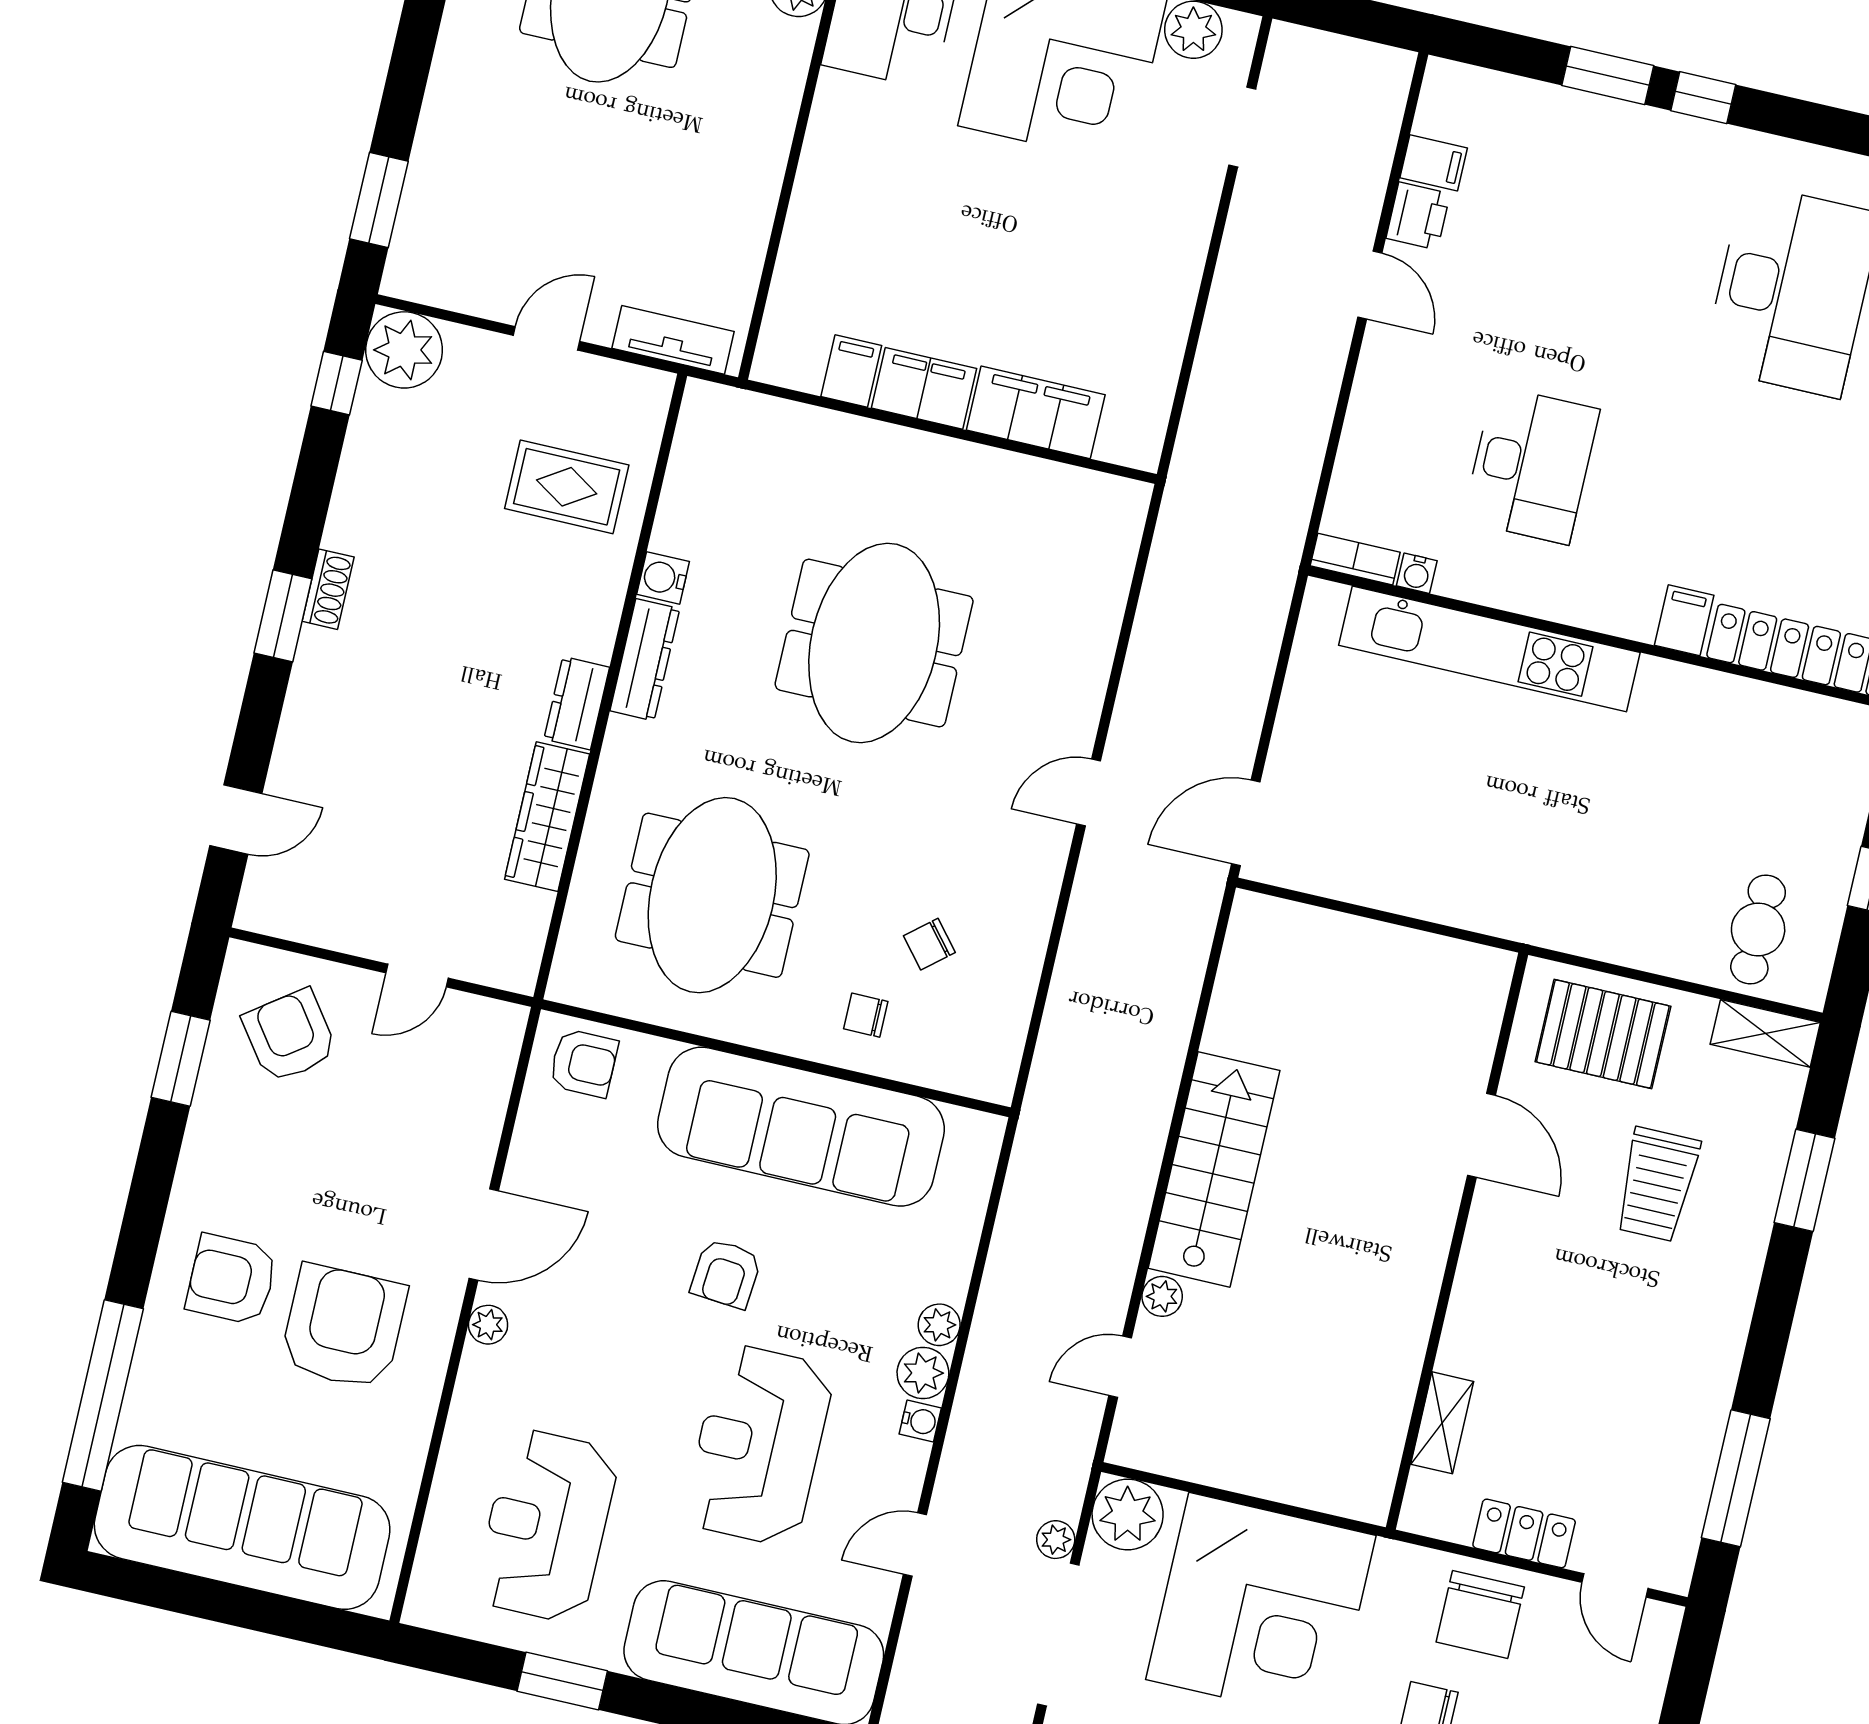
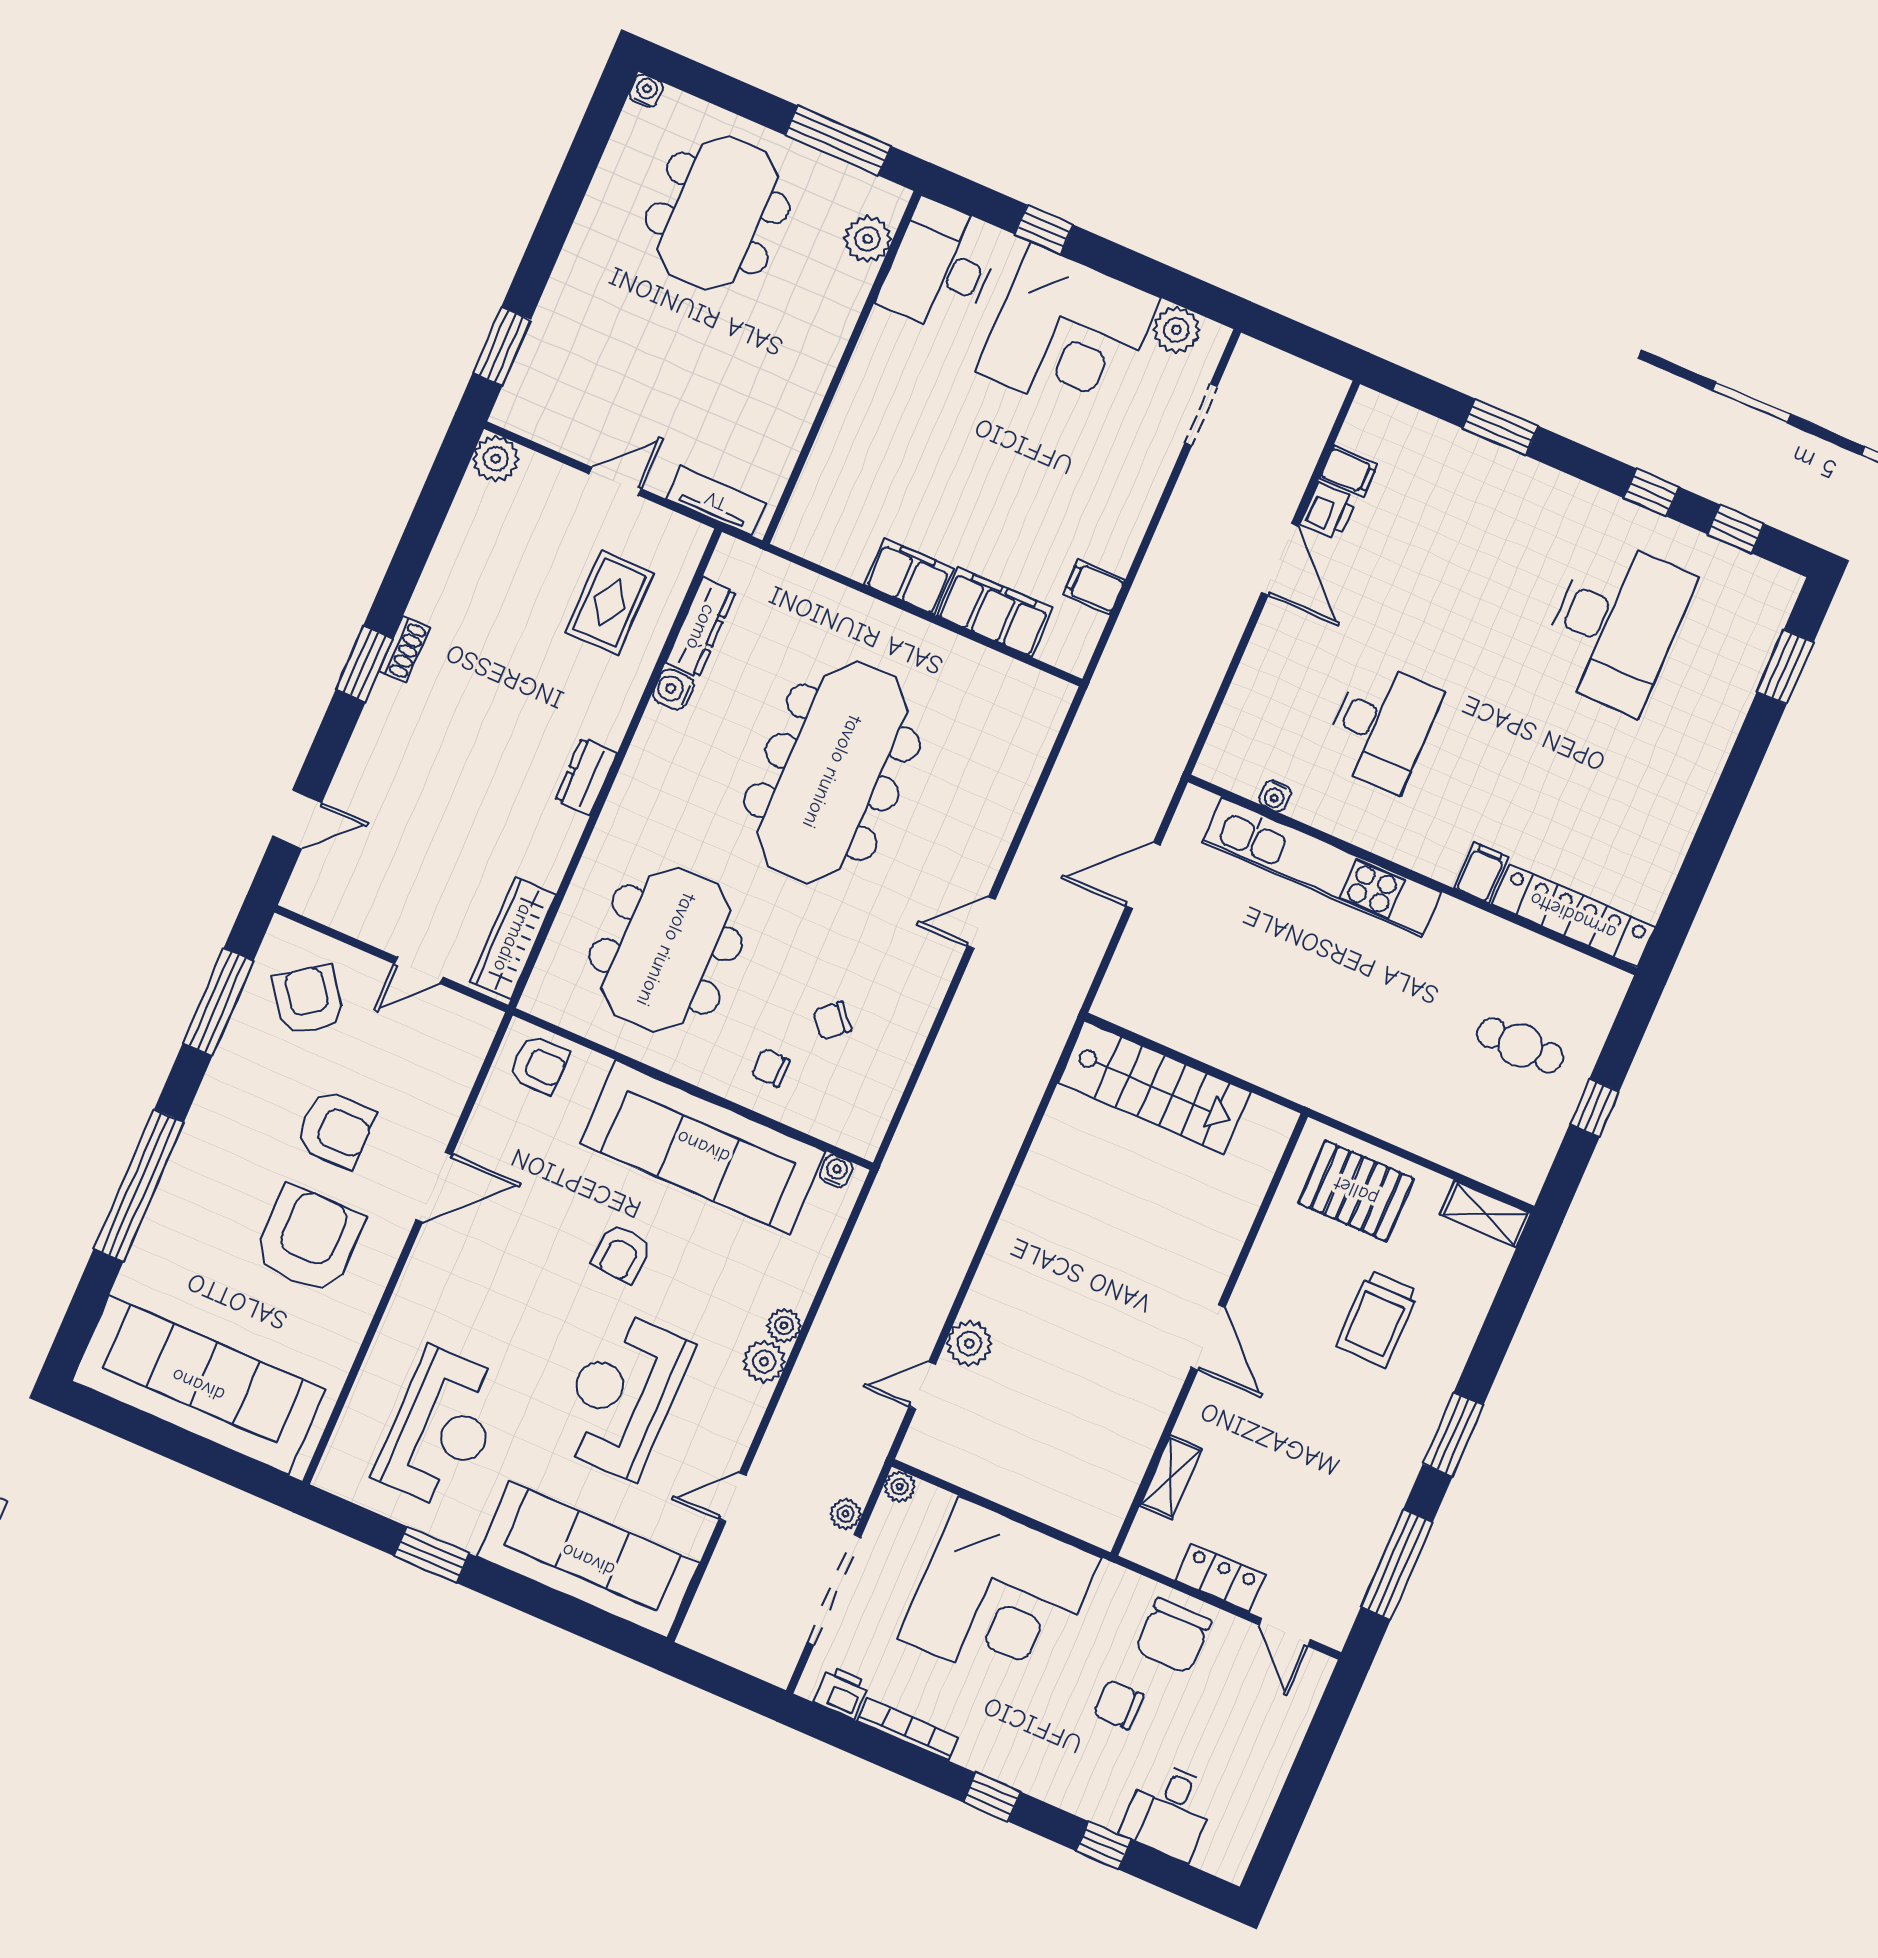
window: (1703, 98) -> (1652, 493), moved
door: (1370, 285) -> (1280, 559), width x1.38
plant: (404, 350) -> (496, 459), width x0.73, depth x0.73
filing cabinet: (851, 371) -> (1094, 587), moved, turned -90
window: (337, 383) -> (441, 486), removed
rug: (567, 487) -> (610, 603), turned 90
bookcase: (1355, 559) -> (1228, 776), removed
meeting table: (874, 643) -> (832, 772), width x1.36
dresser: (645, 660) -> (701, 627), moved
wardrobe: (547, 817) -> (513, 938), moved
door: (1246, 823) -> (1143, 875), moved
cafe table: (1758, 929) -> (1520, 1045), moved, turned 90
window: (181, 1059) -> (218, 1002), width x1.44
door: (1481, 1135) -> (1208, 1337), moved
stairs: (1214, 1169) -> (1154, 1087), moved, turned 90
window: (1804, 1180) -> (1453, 1434), moved
armchair: (232, 1279) -> (335, 1129), moved, turned 180
plant: (1162, 1296) -> (969, 1343), width x1.38, depth x1.38
plant: (488, 1325) -> (424, 1259), removed
window: (103, 1395) -> (139, 1186), moved
water cooler: (920, 1421) -> (836, 1171), moved, turned -90
plant: (1128, 1514) -> (900, 1487), width x0.53, depth x0.53
reception desk: (547, 1526) -> (442, 1428), turned 180

